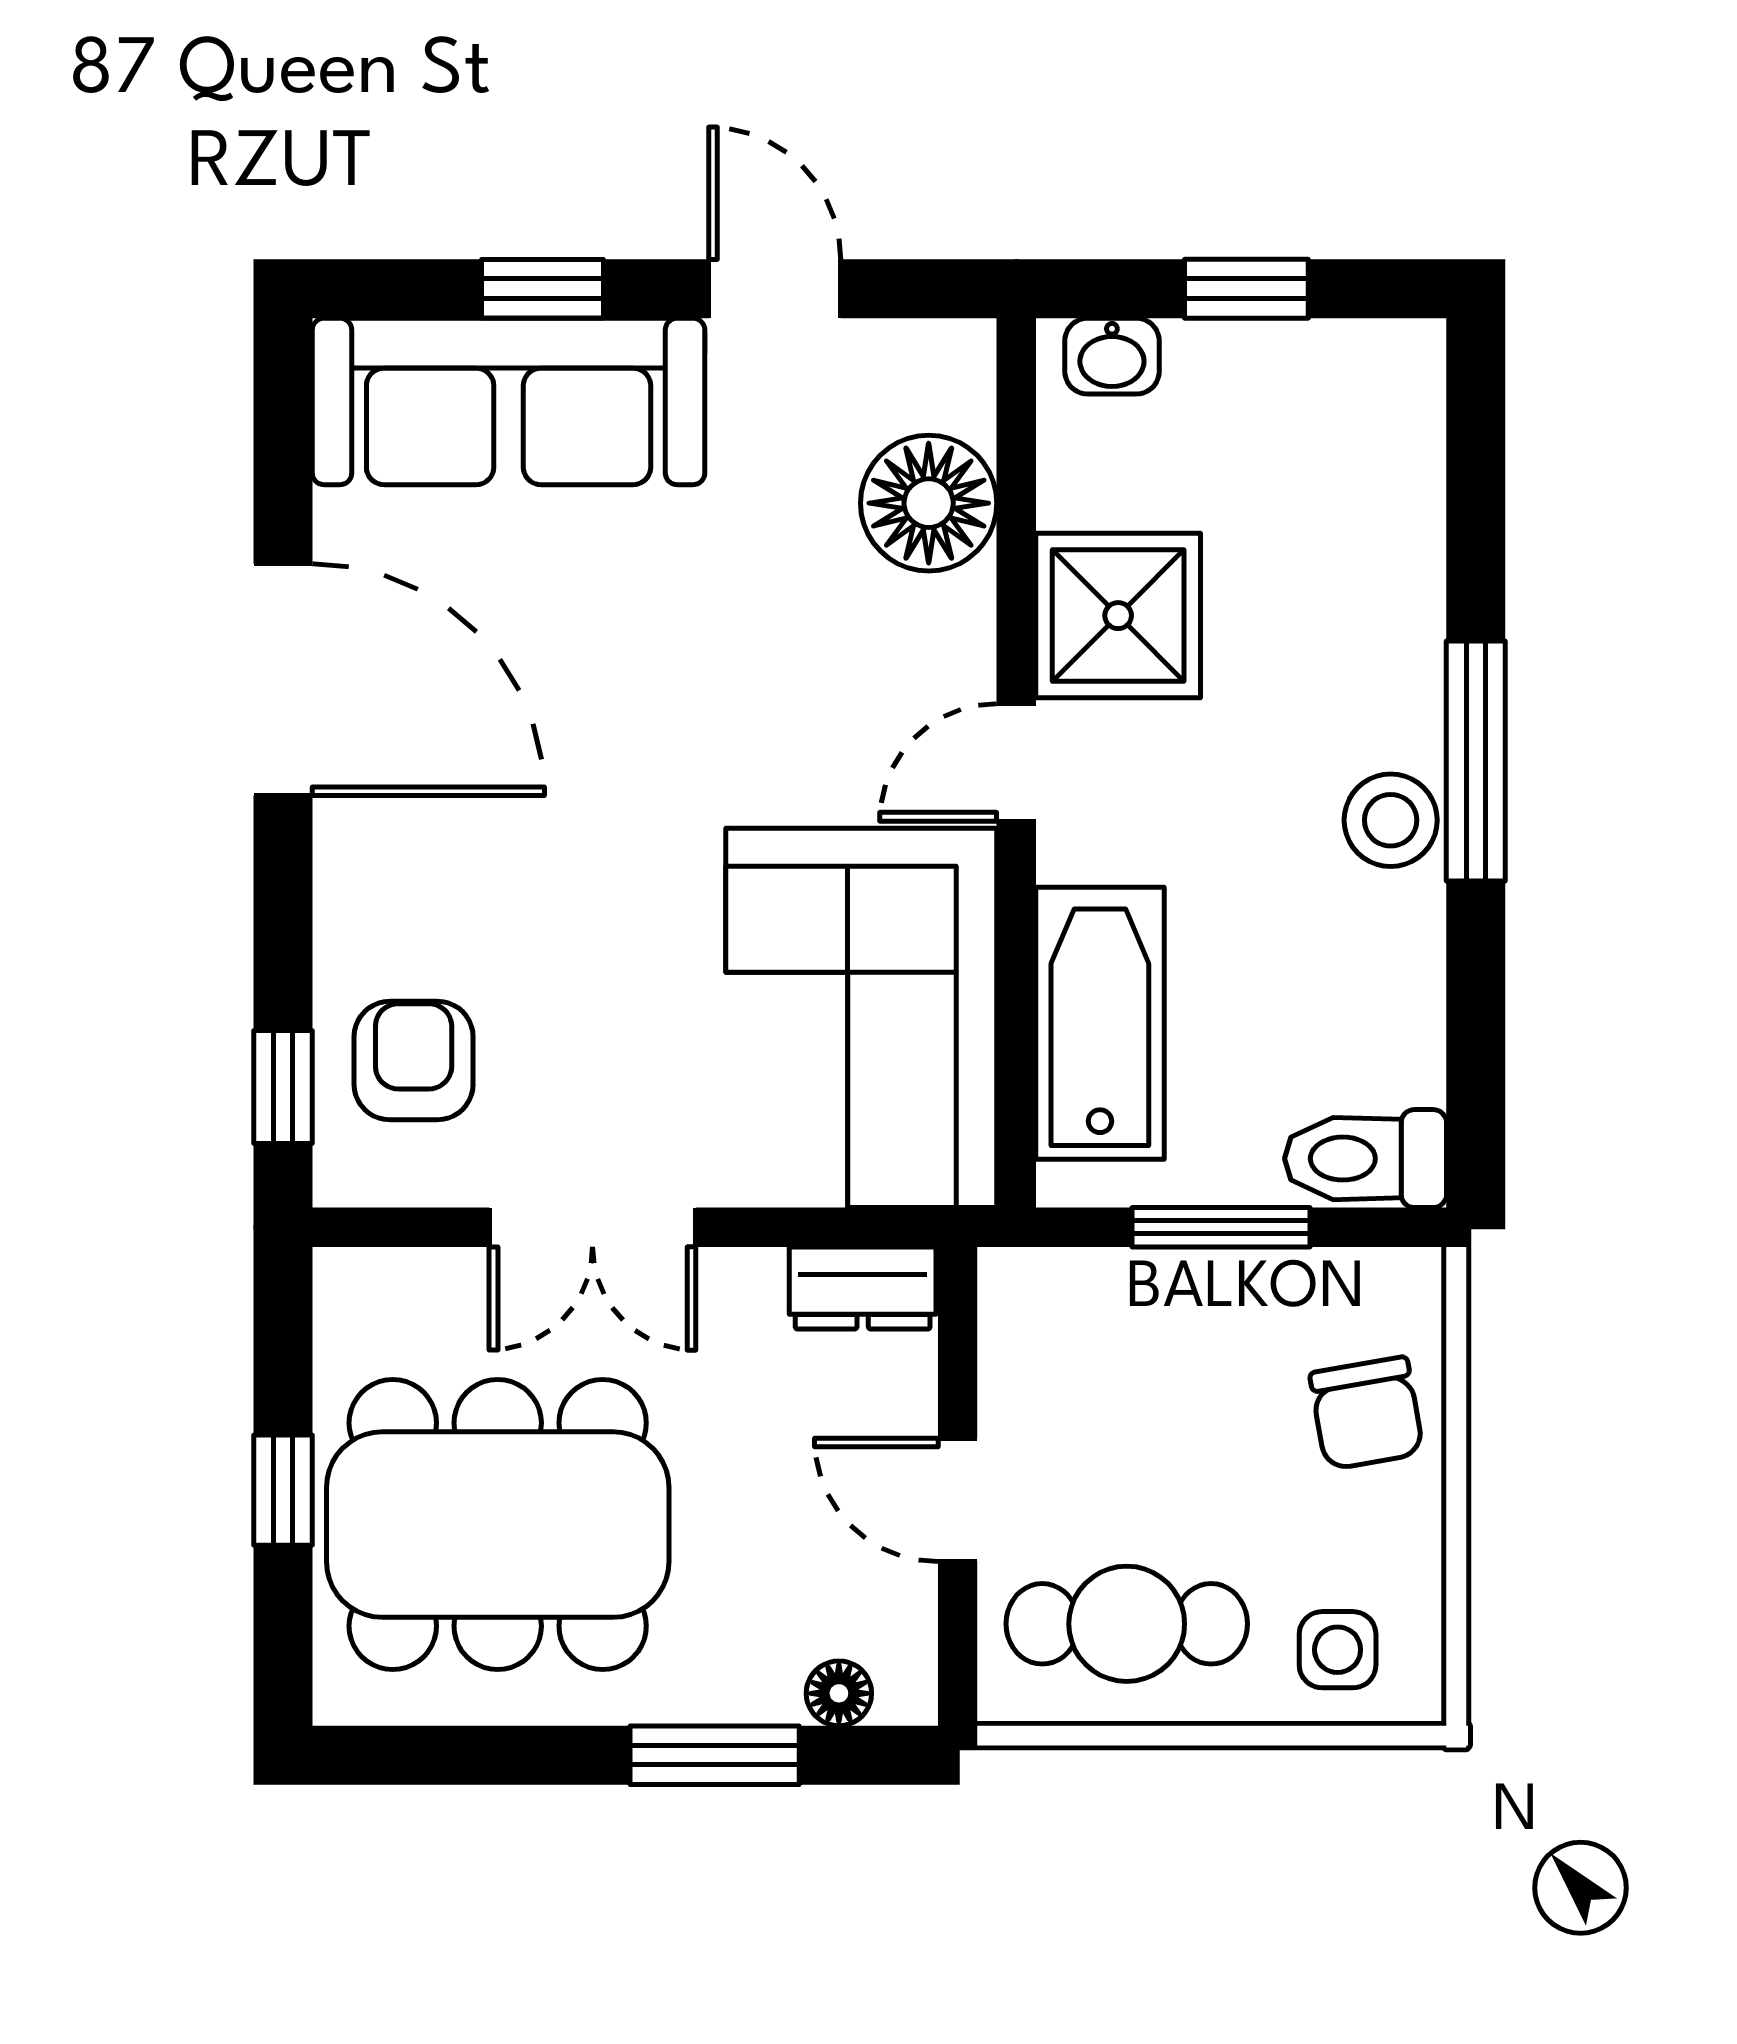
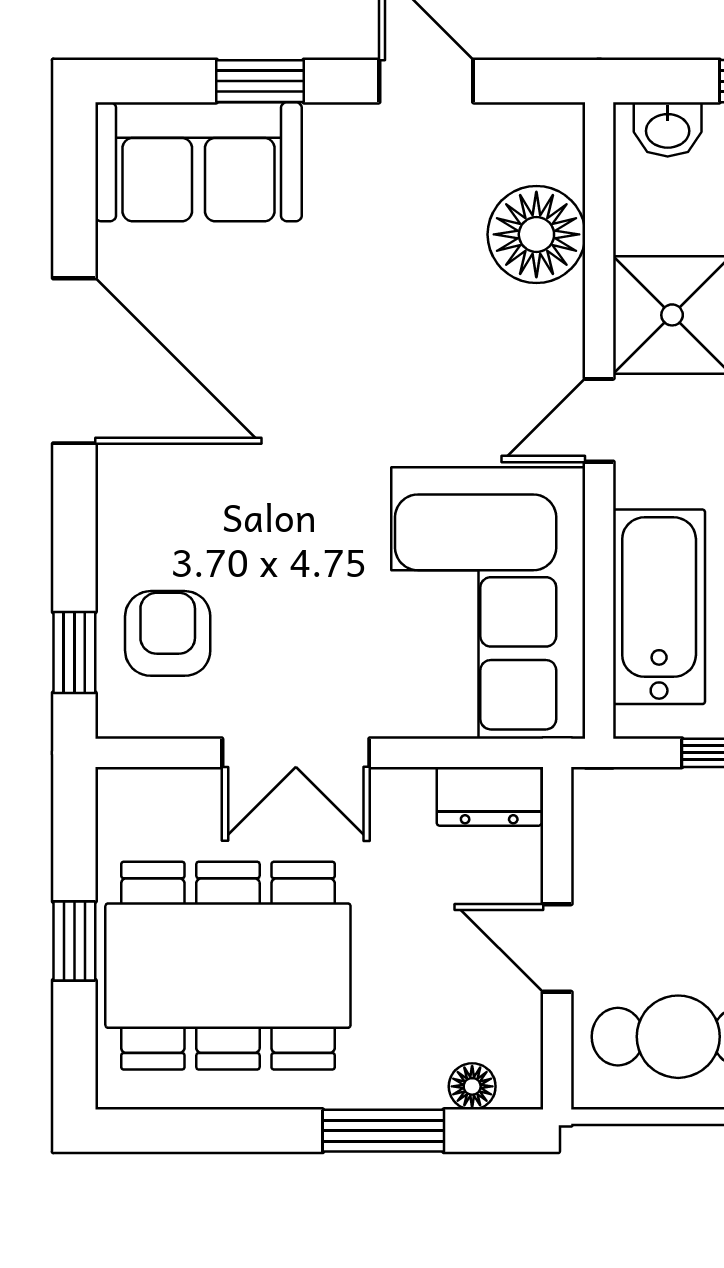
sofa: (509, 401) -> (198, 162), width x0.73

